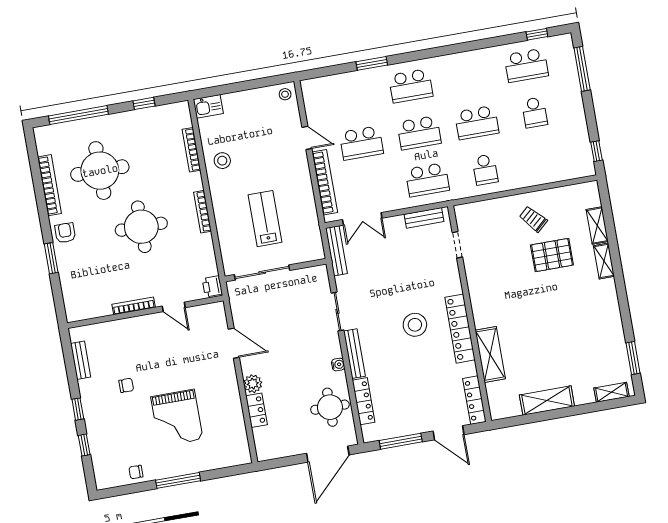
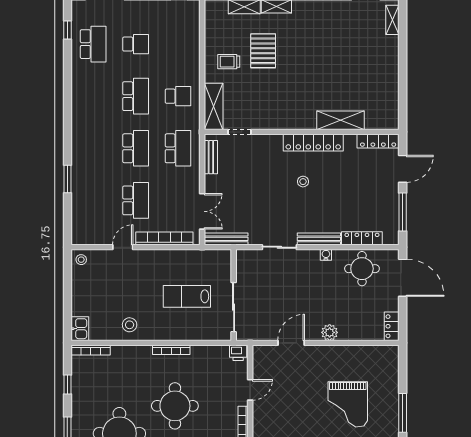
school desk: (411, 86) -> (93, 148), removed
bookcase: (191, 150) -> (91, 350), moved
trolley: (533, 219) -> (229, 62), turned 42
stool: (415, 325) -> (303, 182), width x0.53, depth x0.53
shelving: (547, 401) -> (214, 106), moved
locker: (256, 410) -> (392, 326), moved, turned -90
grand piano: (177, 418) -> (348, 404), turned 90

